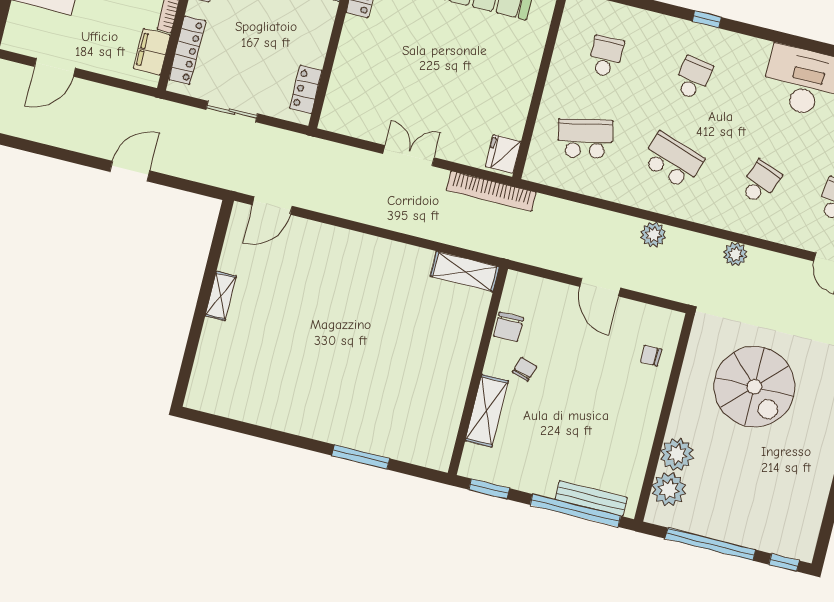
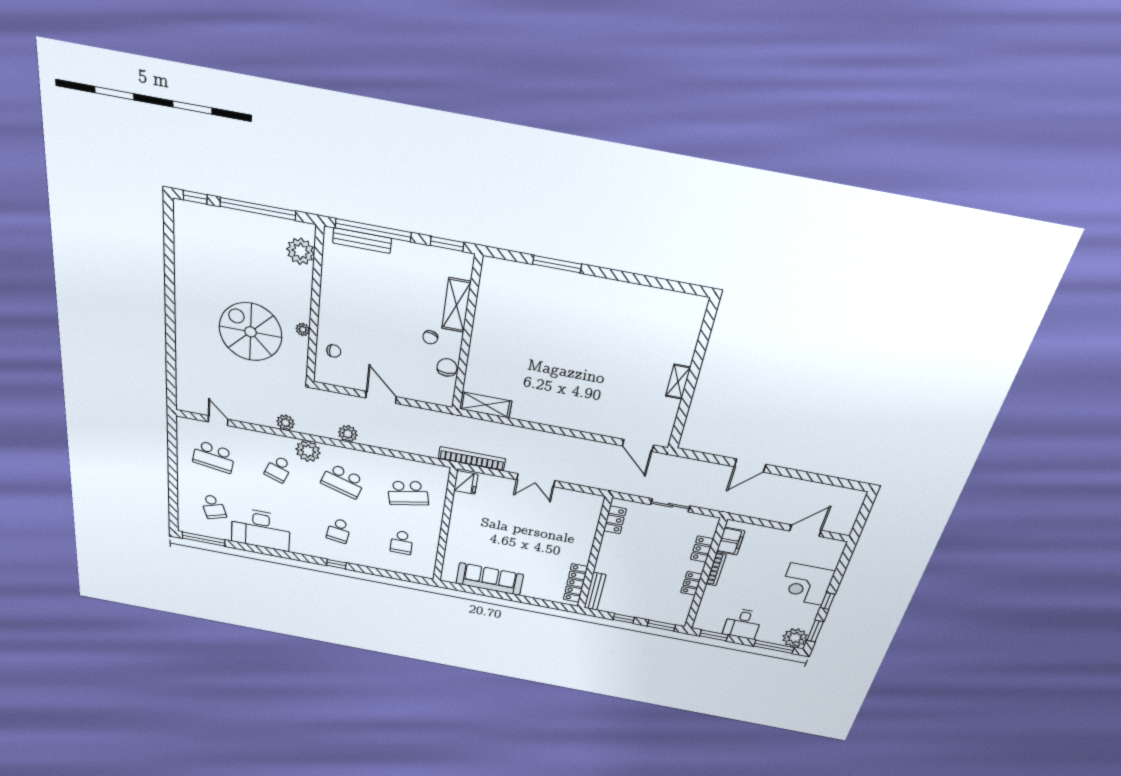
locker: (187, 50) -> (702, 549), width x0.66
door: (272, 205) -> (638, 445), swing flipped
plant: (713, 209) -> (308, 451), added
plant: (677, 454) -> (303, 330), moved, width x0.53, depth x0.53

